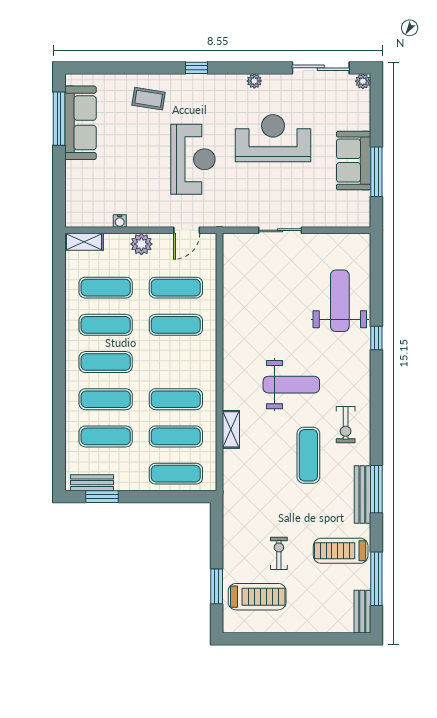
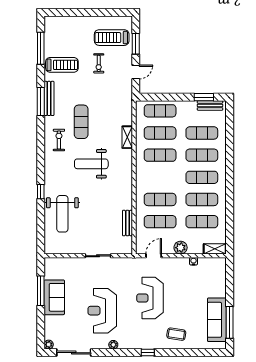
reception desk: (273, 138) -> (102, 311), turned 90
door: (217, 539) -> (136, 72), added
bench: (362, 612) -> (127, 223), moved

